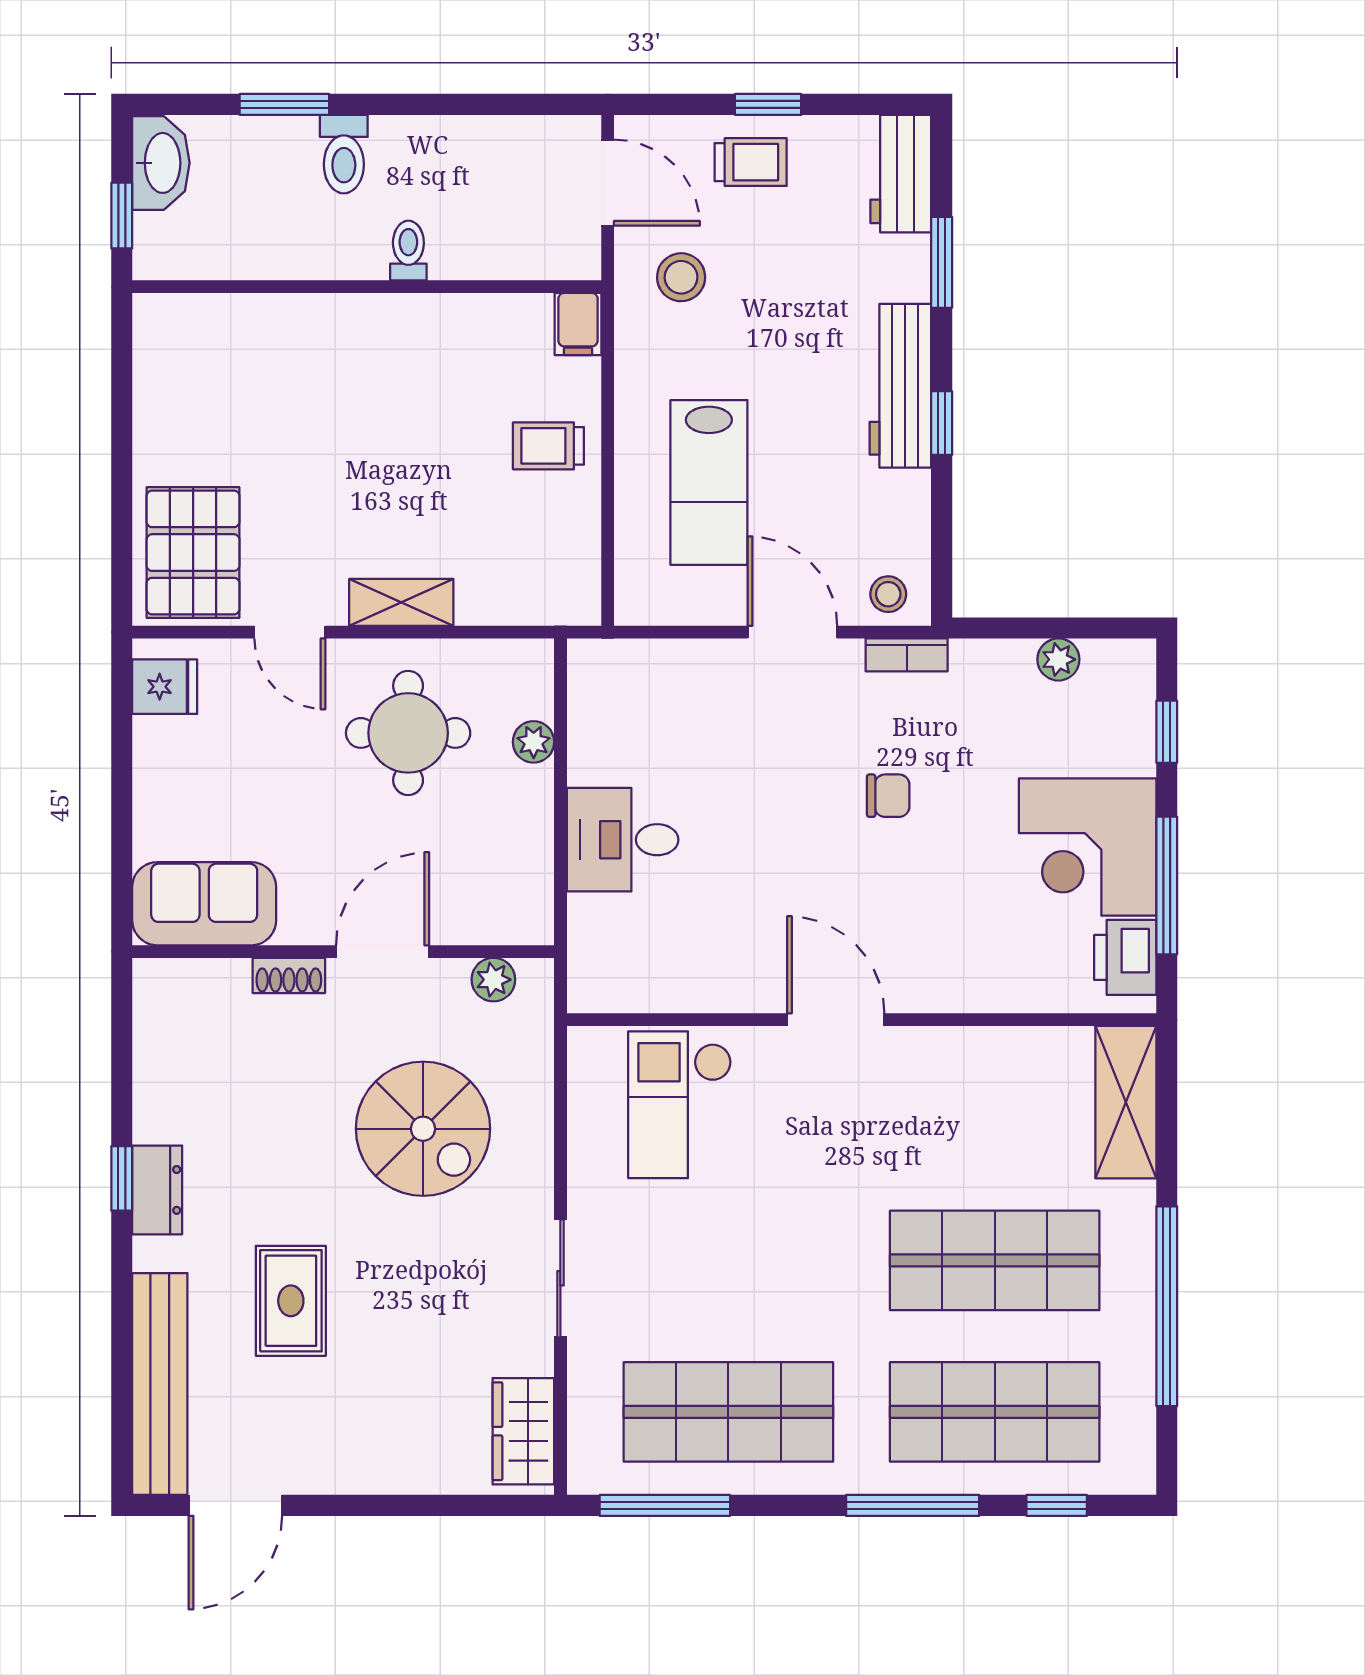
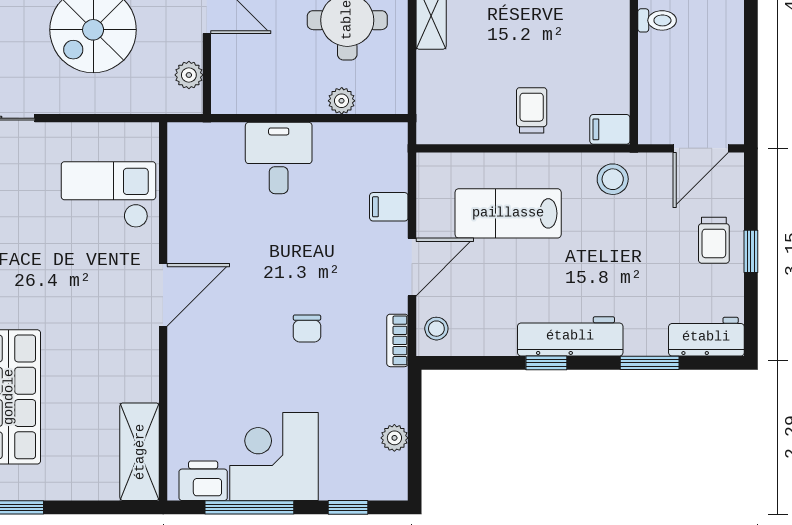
stool: (681, 277) -> (613, 179), moved
filing cabinet: (699, 668) -> (389, 207), added
shelving: (1126, 1102) -> (140, 452), moved, turned 90

